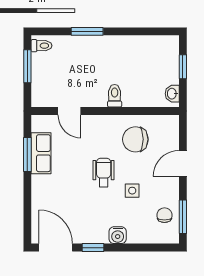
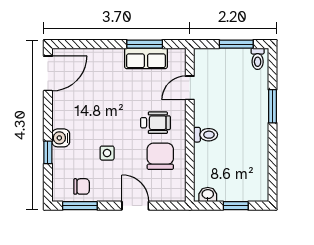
wheelchair: (104, 172) -> (155, 123), moved
window: (93, 248) -> (48, 152), moved

